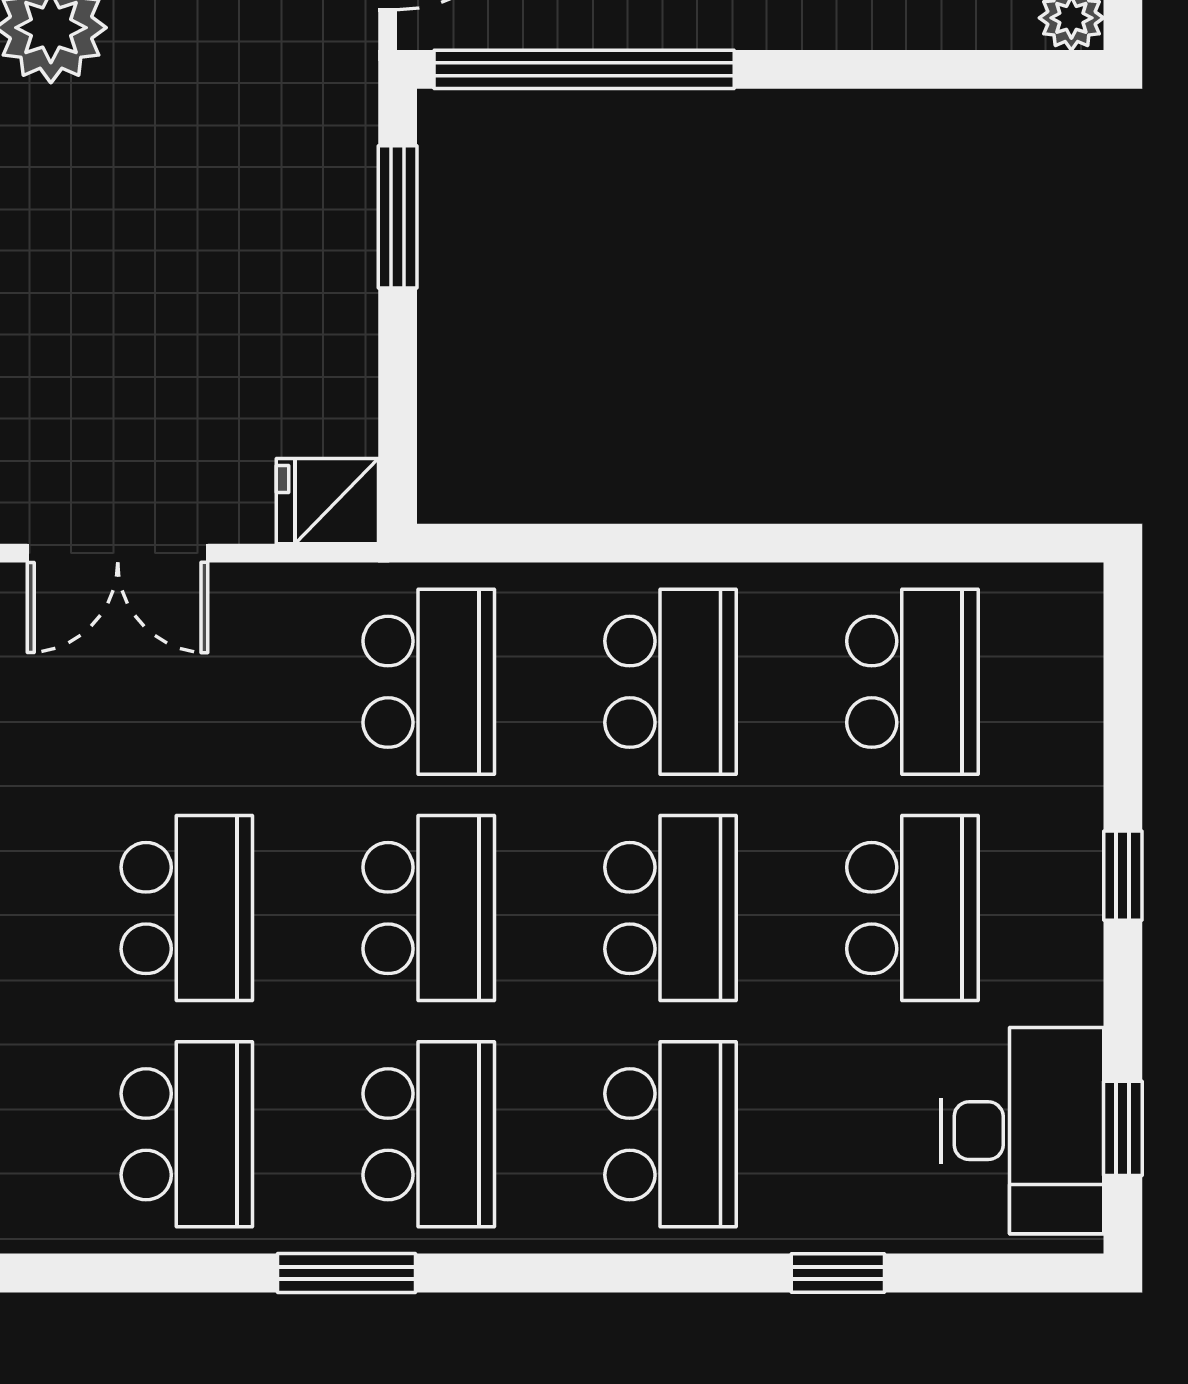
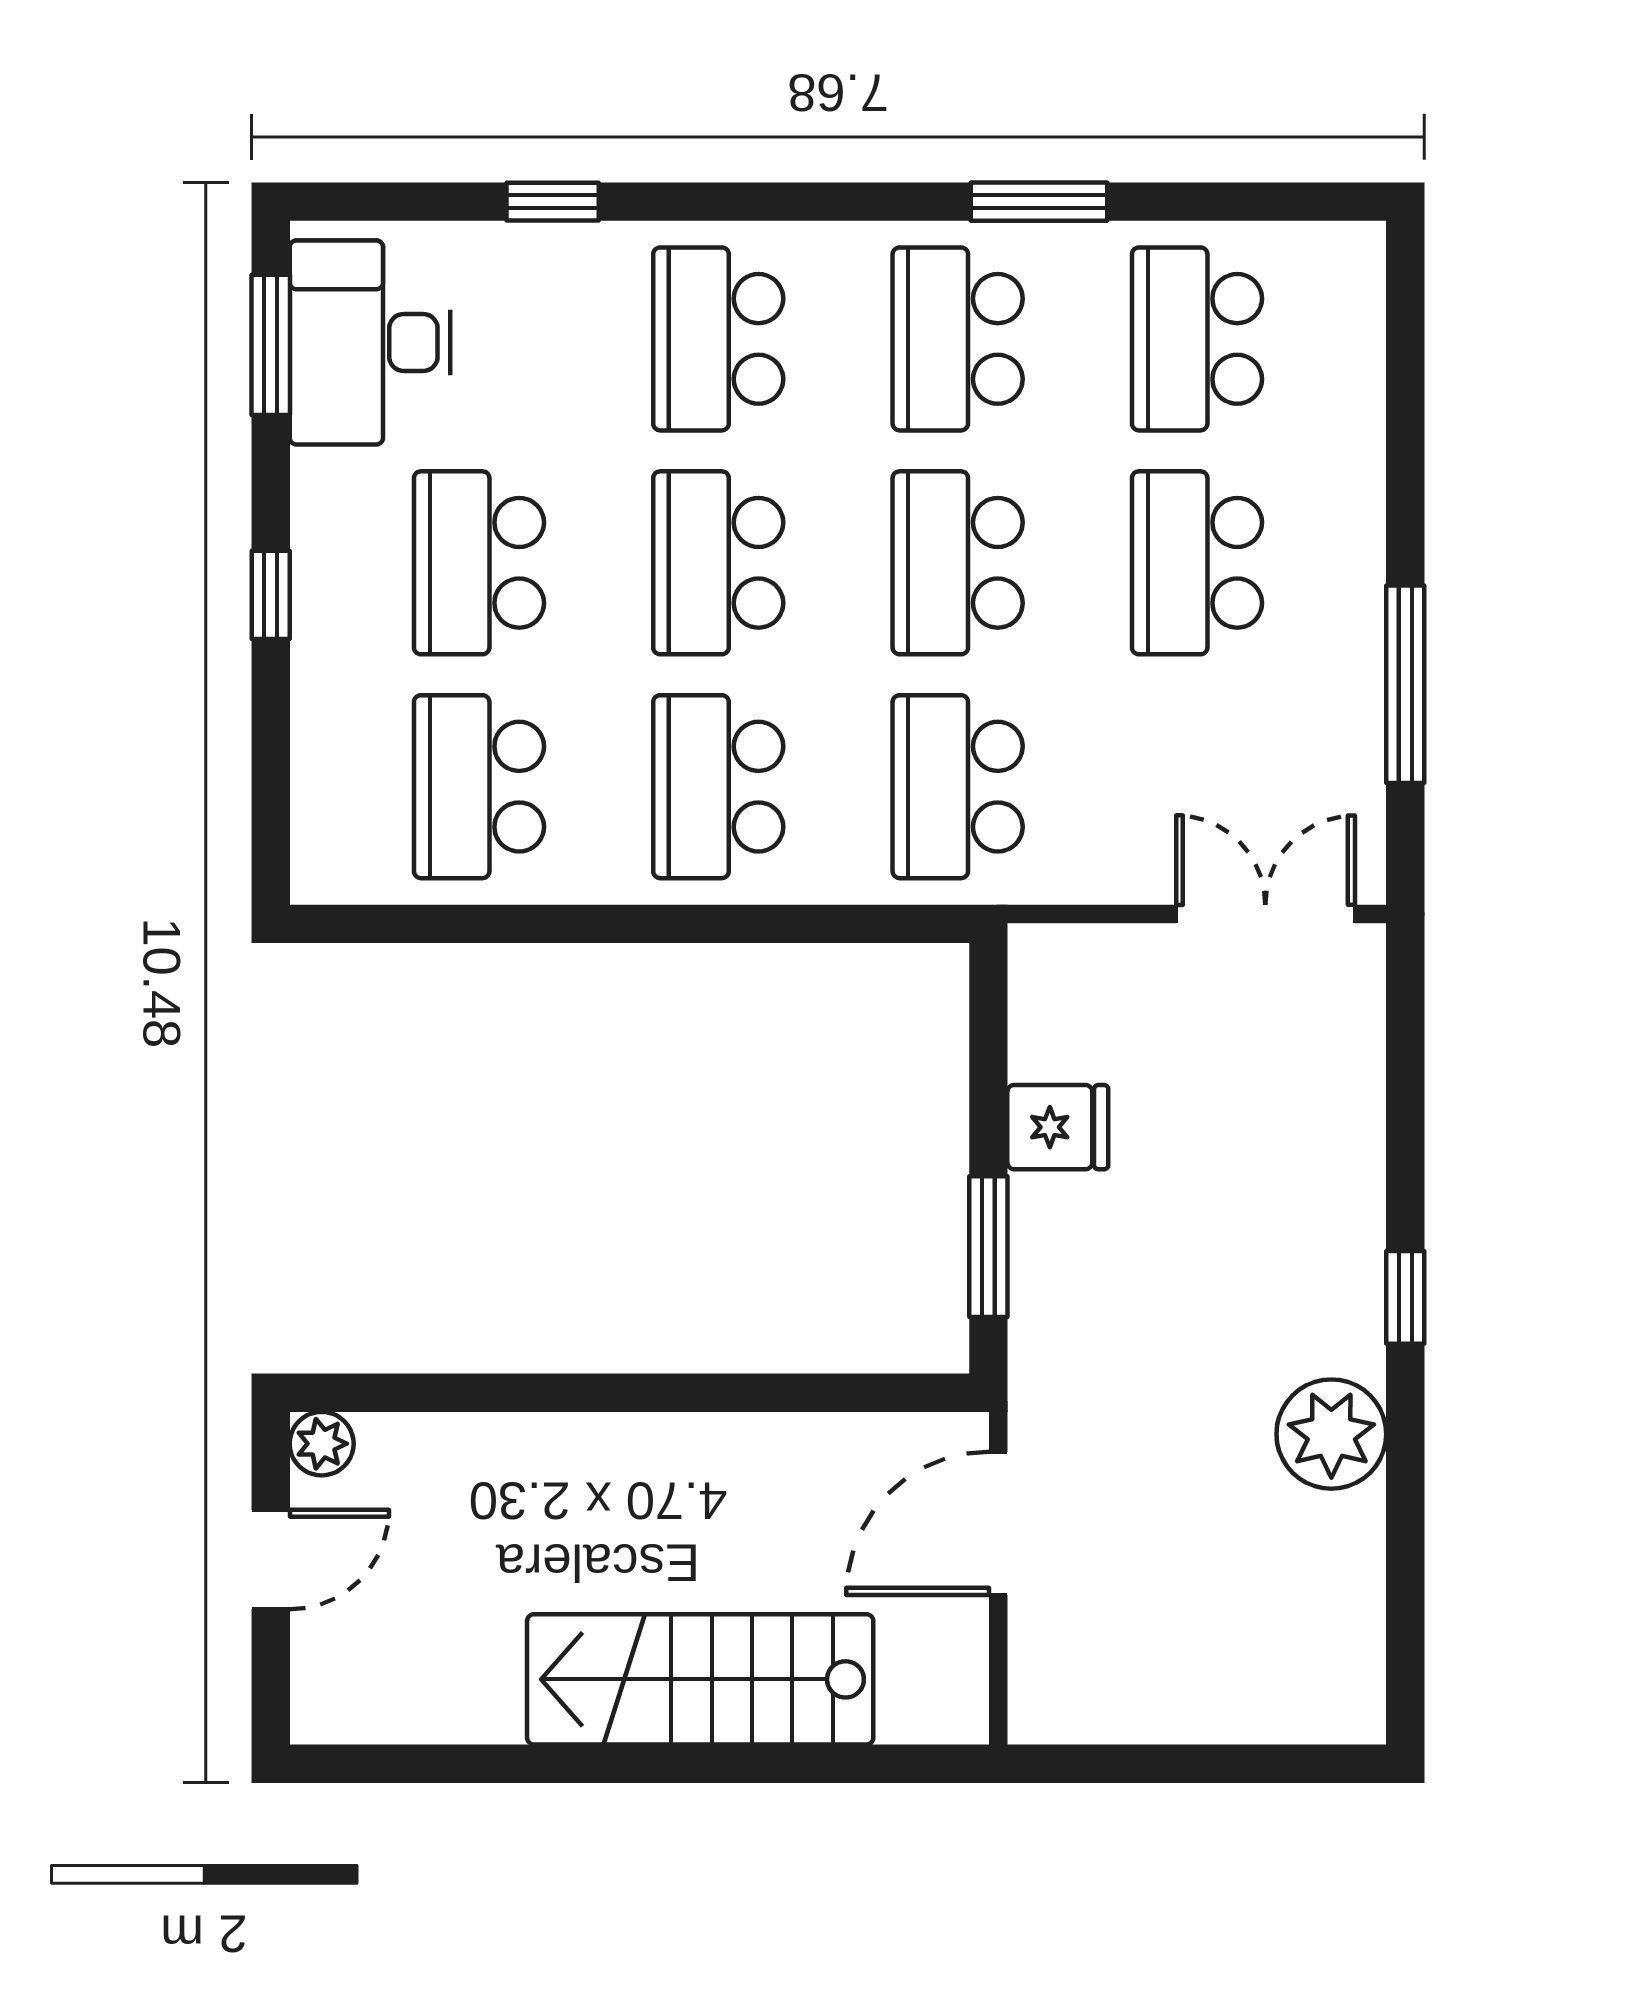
window: (584, 69) -> (804, 1393), removed
fridge: (327, 501) -> (1058, 1127), moved
window: (1123, 1128) -> (271, 345), width x1.50

